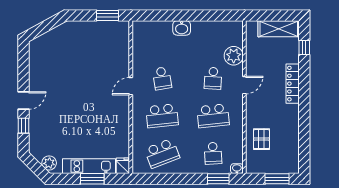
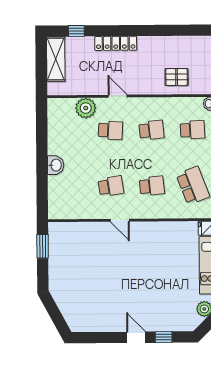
school desk: (162, 116) -> (152, 186), width x0.54
school desk: (213, 116) -> (152, 130), width x0.54

